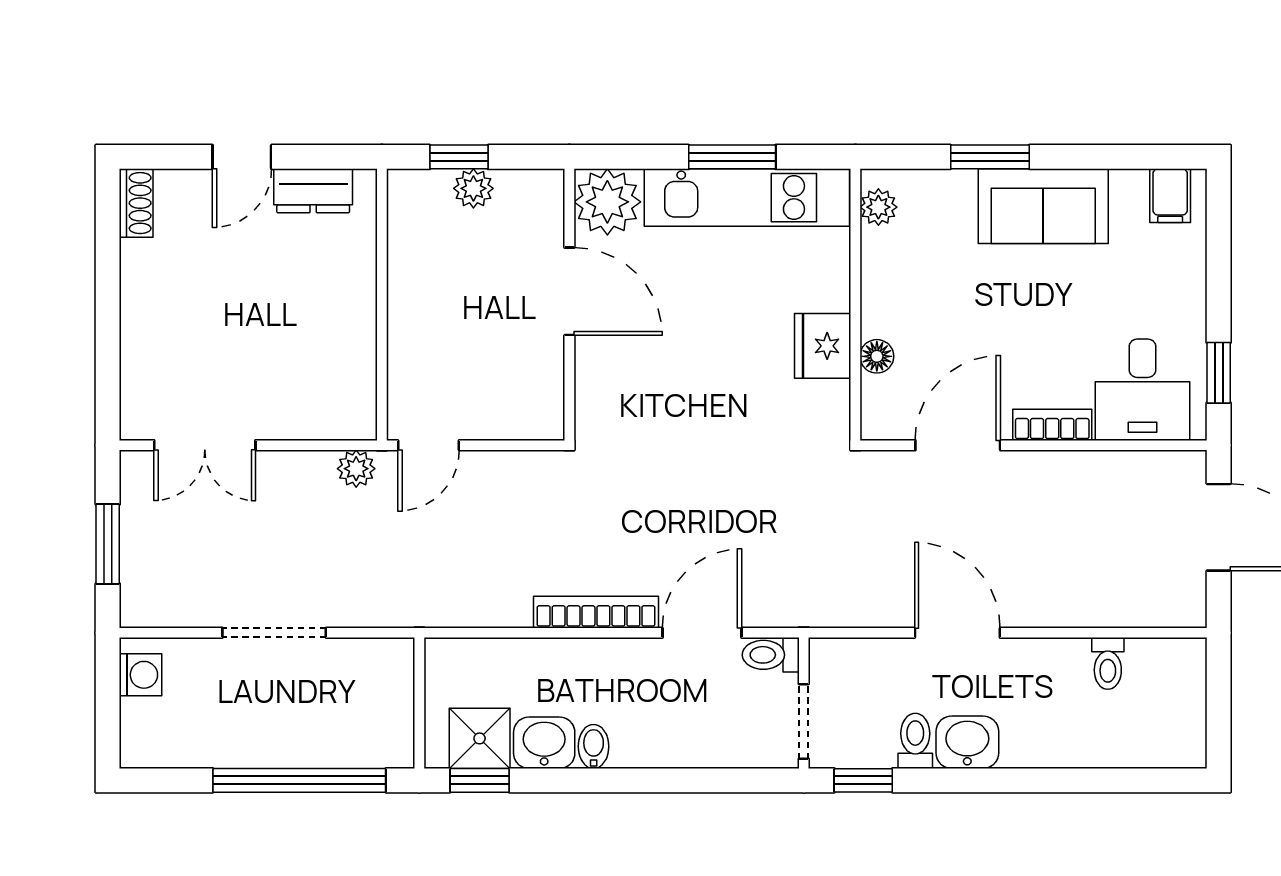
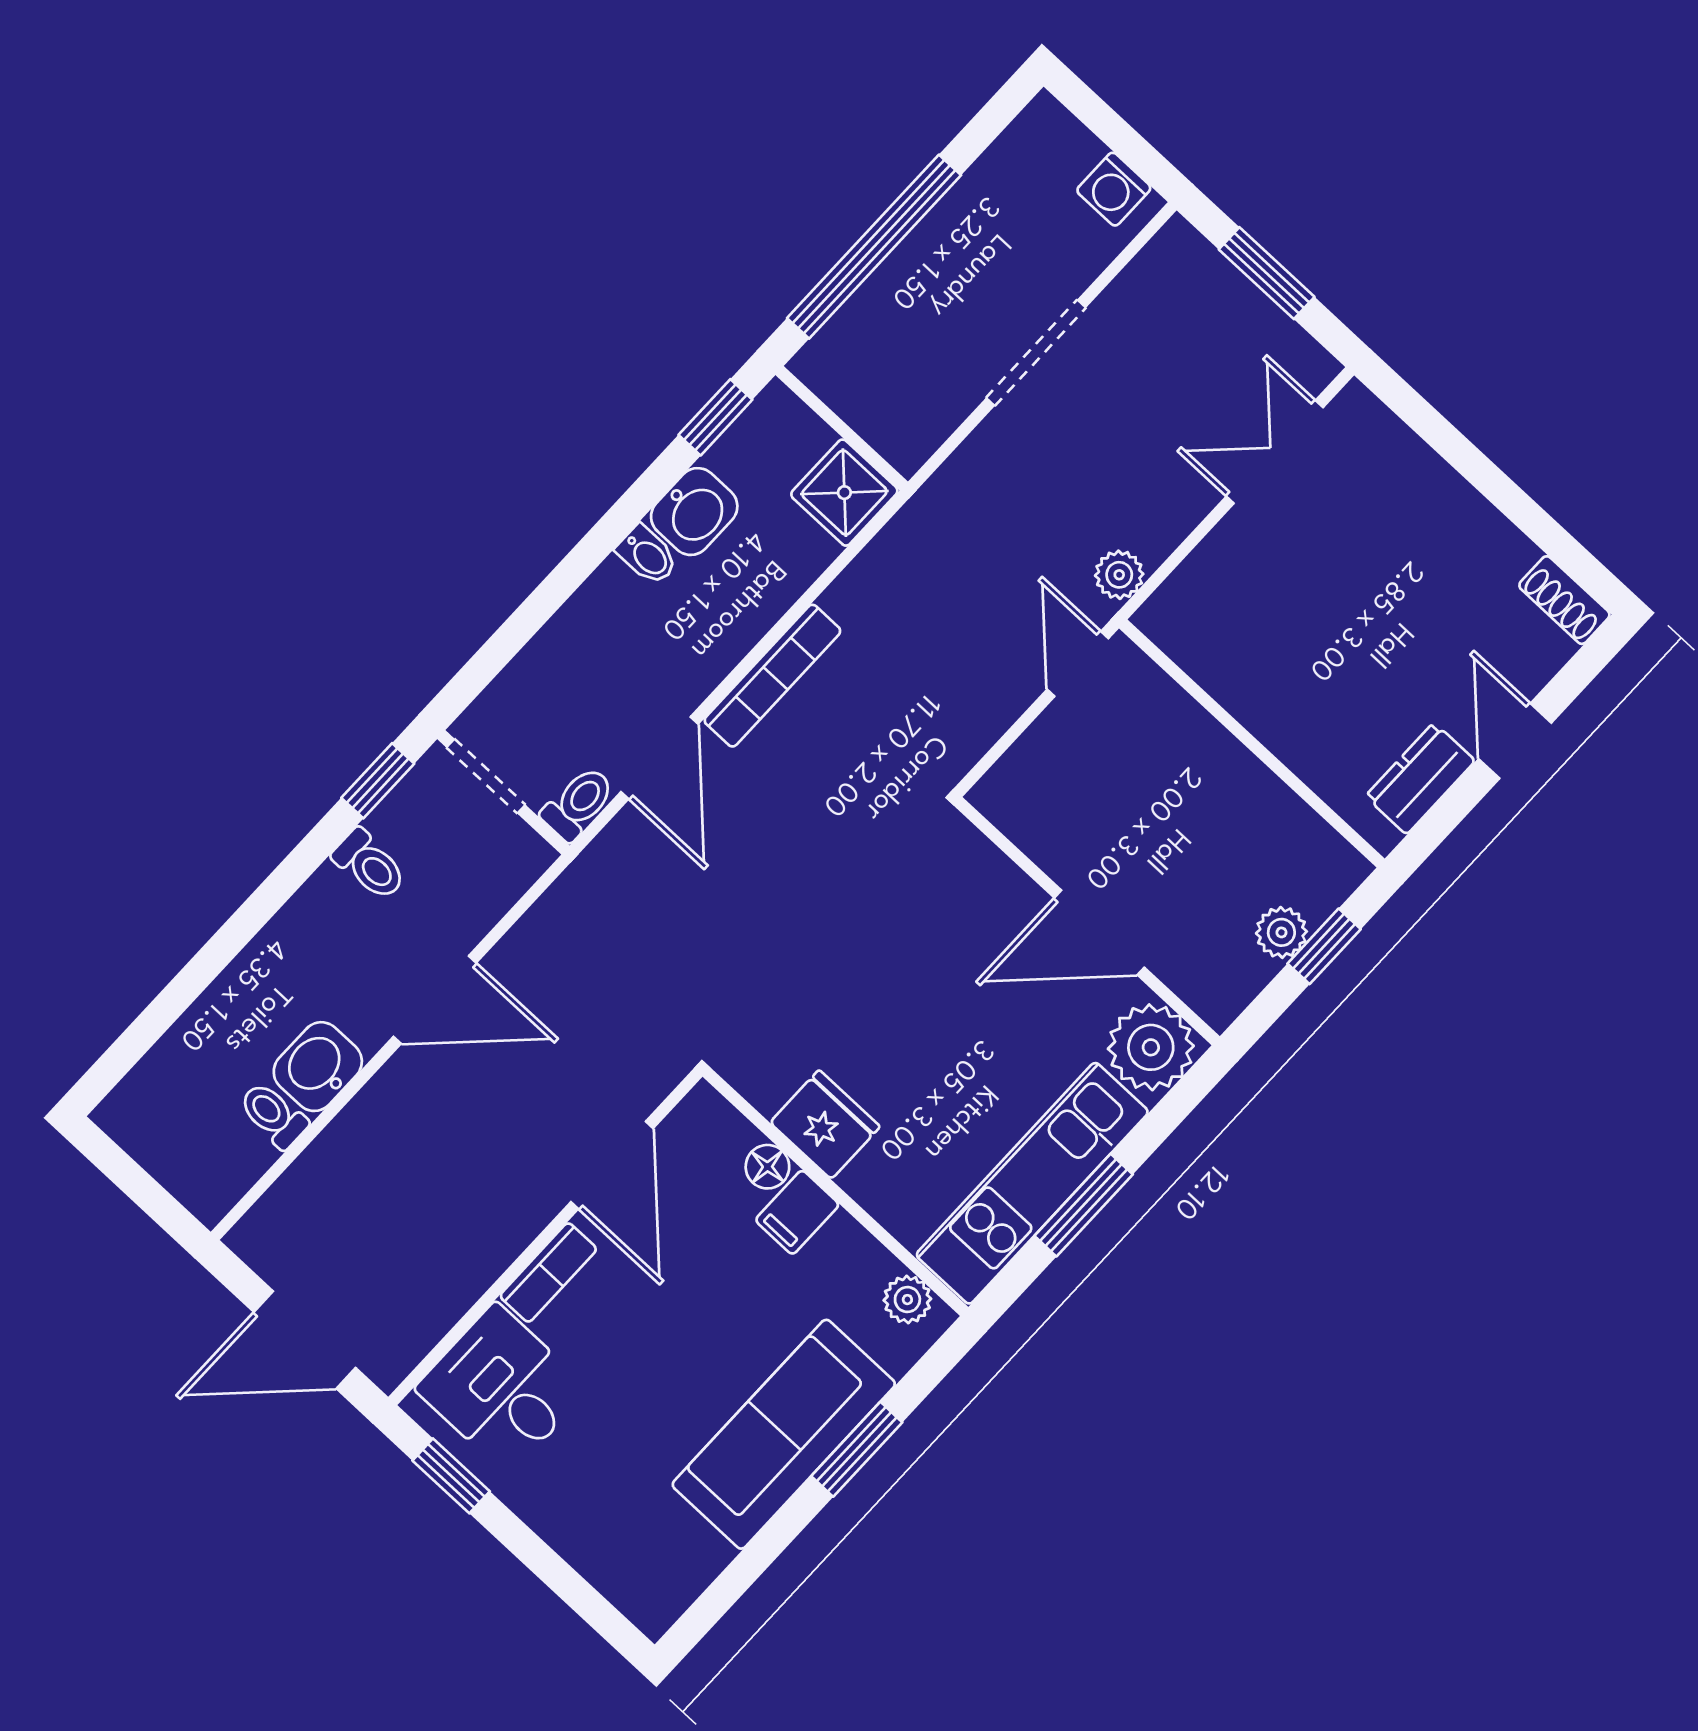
filing cabinet: (1170, 196) -> (797, 1212), moved, turned -90
sofa: (1043, 206) -> (784, 1434), width x1.36
shower: (480, 738) -> (844, 493), moved
washbasin: (967, 742) -> (318, 1067), moved, turned 180

